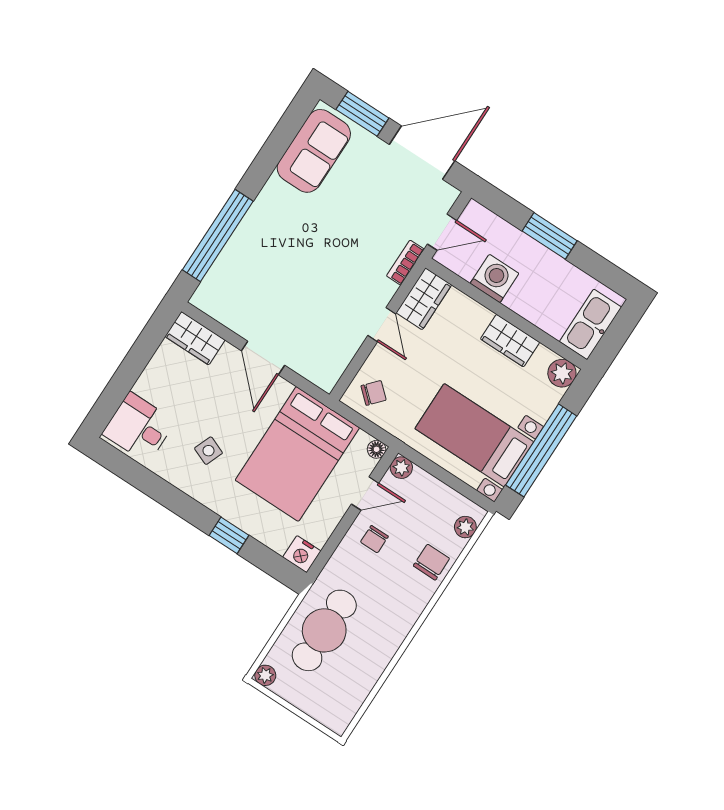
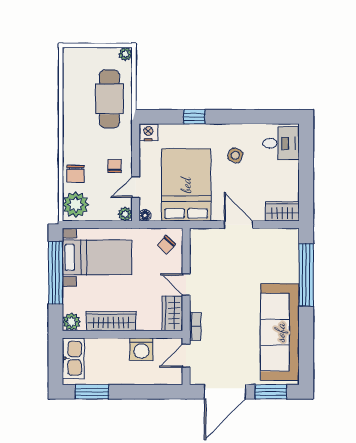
sofa: (314, 151) -> (280, 332), width x1.85, depth x1.27
window: (550, 236) -> (92, 392), moved
wardrobe: (510, 341) -> (111, 321), width x1.50
plant: (465, 527) -> (76, 205), width x1.88, depth x1.88

